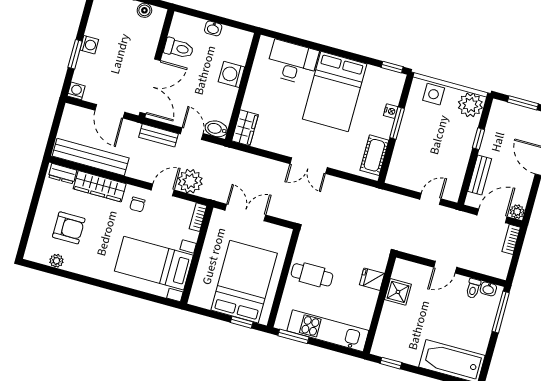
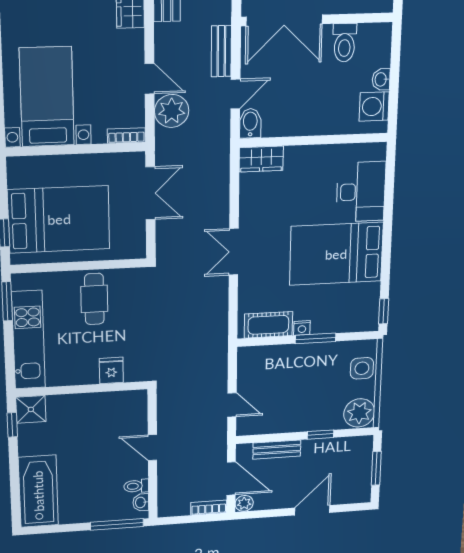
washing machine: (231, 74) -> (374, 106), moved, turned -90
nightstand: (391, 111) -> (302, 328), moved
chair: (137, 205) -> (120, 51), removed
shower: (398, 292) -> (31, 409), moved

